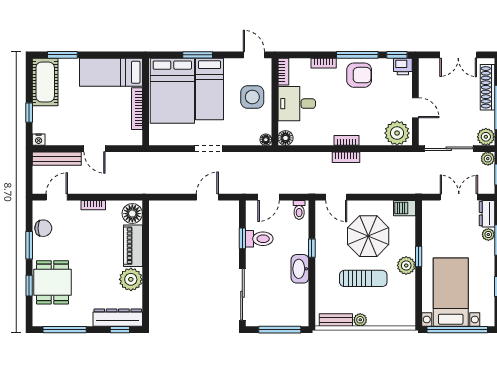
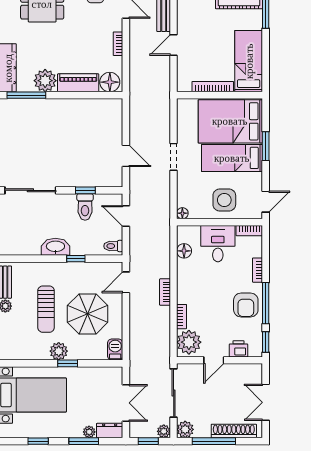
printer: (403, 67) -> (239, 349), moved, turned 90
floor lamp: (285, 138) -> (184, 251), moved
bookcase: (347, 140) -> (182, 317), moved
window: (146, 298) -> (26, 95), added

